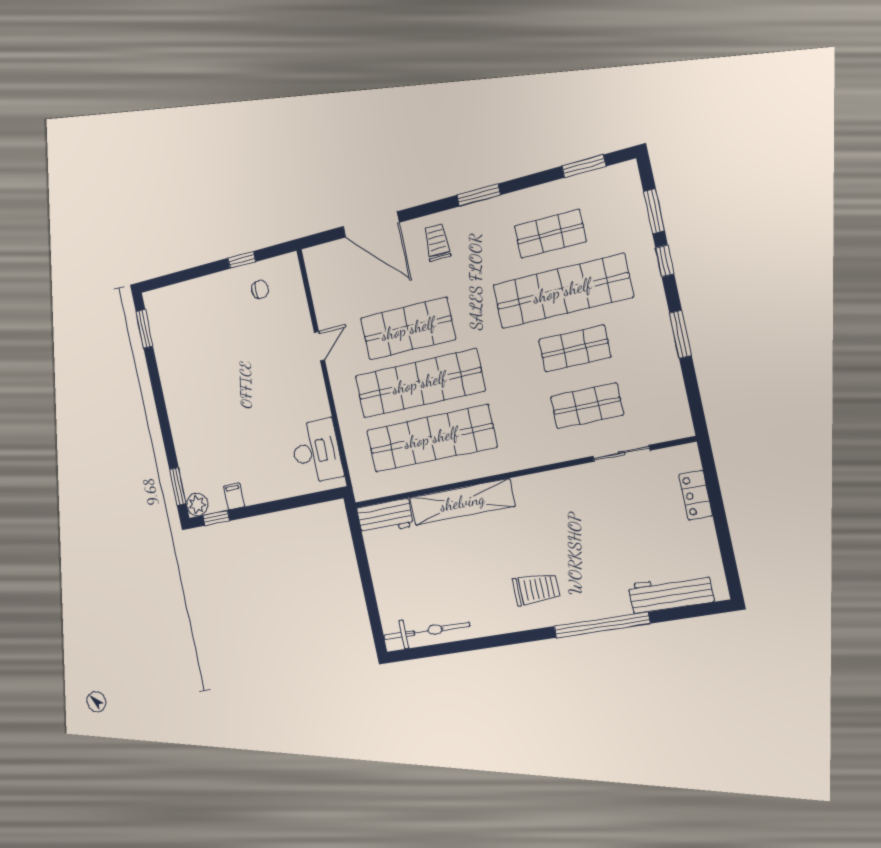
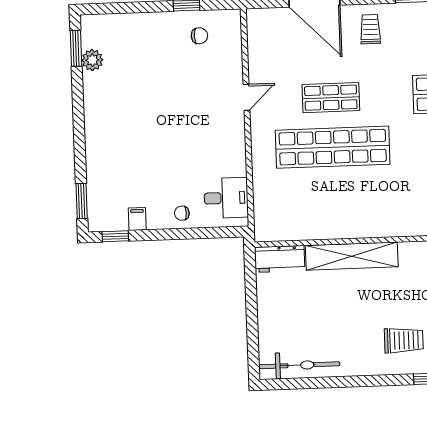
shop shelf: (408, 329) -> (331, 98), width x0.70, depth x0.74
shop shelf: (431, 438) -> (334, 197), removed
desk: (316, 451) -> (226, 198), width x0.73
chair: (277, 483) -> (182, 213), added
plant: (197, 505) -> (92, 60), moved

